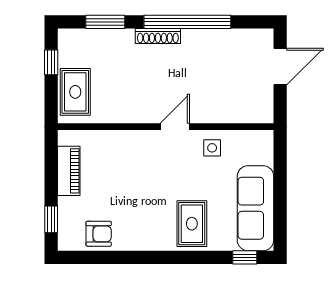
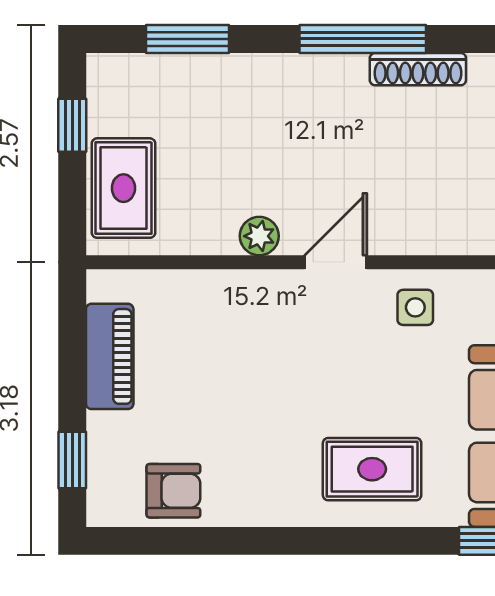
window: (187, 22) -> (363, 39), width x0.68
shoe rack: (158, 36) -> (418, 69), moved
plant: (139, 114) -> (259, 236), added
rug: (192, 224) -> (372, 469), turned 90

